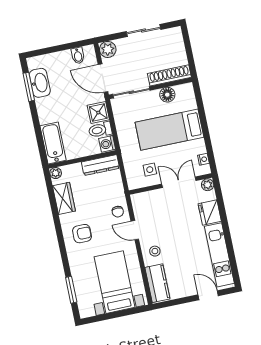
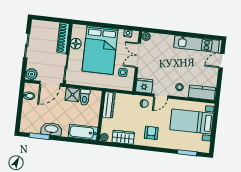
washbasin: (40, 83) -> (51, 129), moved
bed: (169, 130) -> (100, 50), width x1.50
washing machine: (107, 144) -> (96, 96), removed
fridge: (210, 212) -> (144, 86), moved, turned 180

